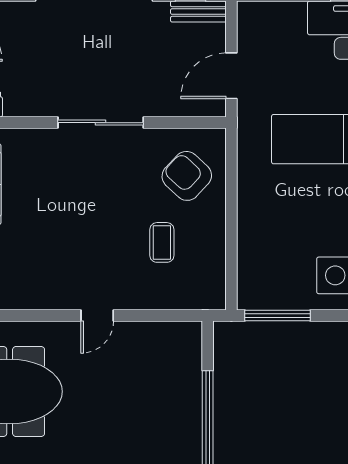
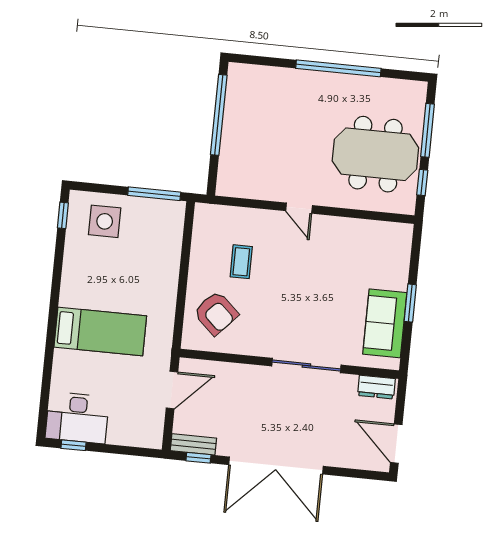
sliding door: (101, 123) -> (306, 366), moved
door: (97, 316) -> (299, 208), swing flipped

